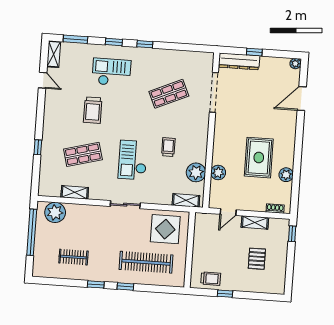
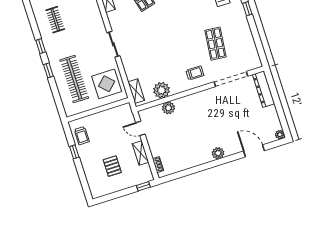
window: (254, 52) -> (276, 98), removed
shop shelf: (169, 94) -> (215, 44), turned 30
trolley: (168, 147) -> (195, 73), moved
rug: (259, 158) -> (193, 135), removed
checkout: (133, 160) -> (151, 36), removed
plant: (286, 175) -> (218, 153), moved
pallet: (257, 259) -> (112, 166), turned 90

